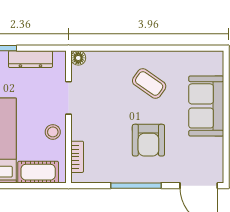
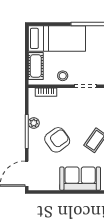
armchair: (148, 140) -> (57, 140), turned 144
plant: (123, 175) -> (34, 123), added

